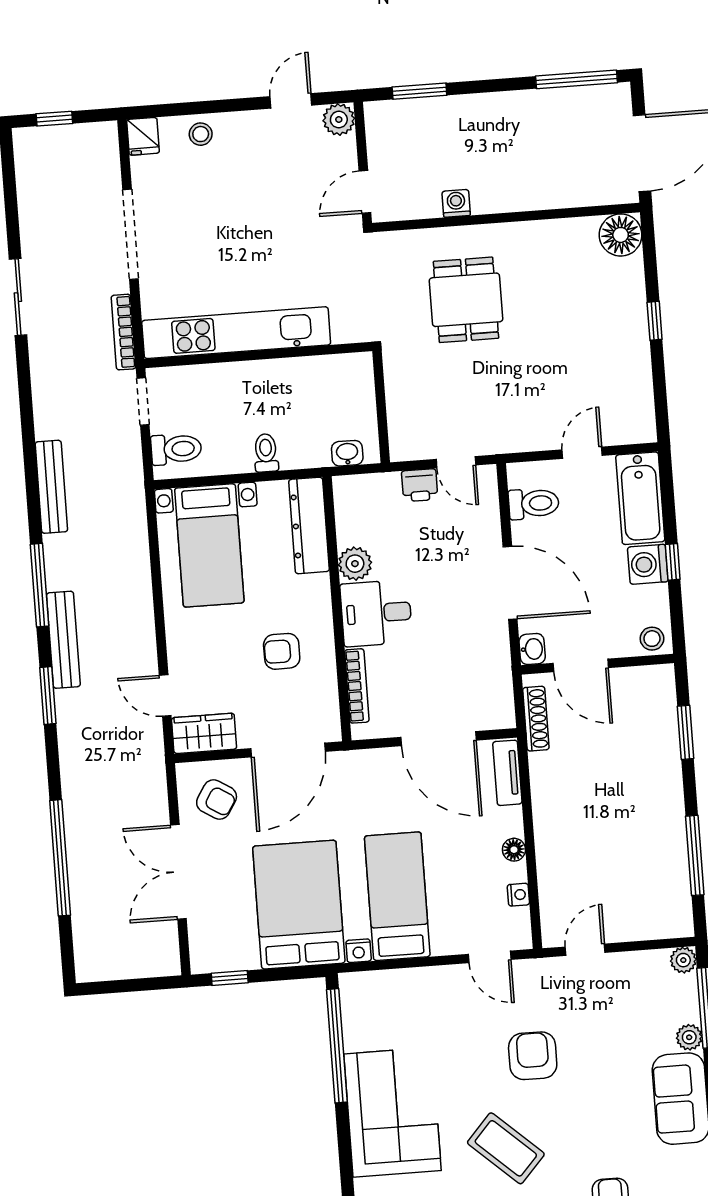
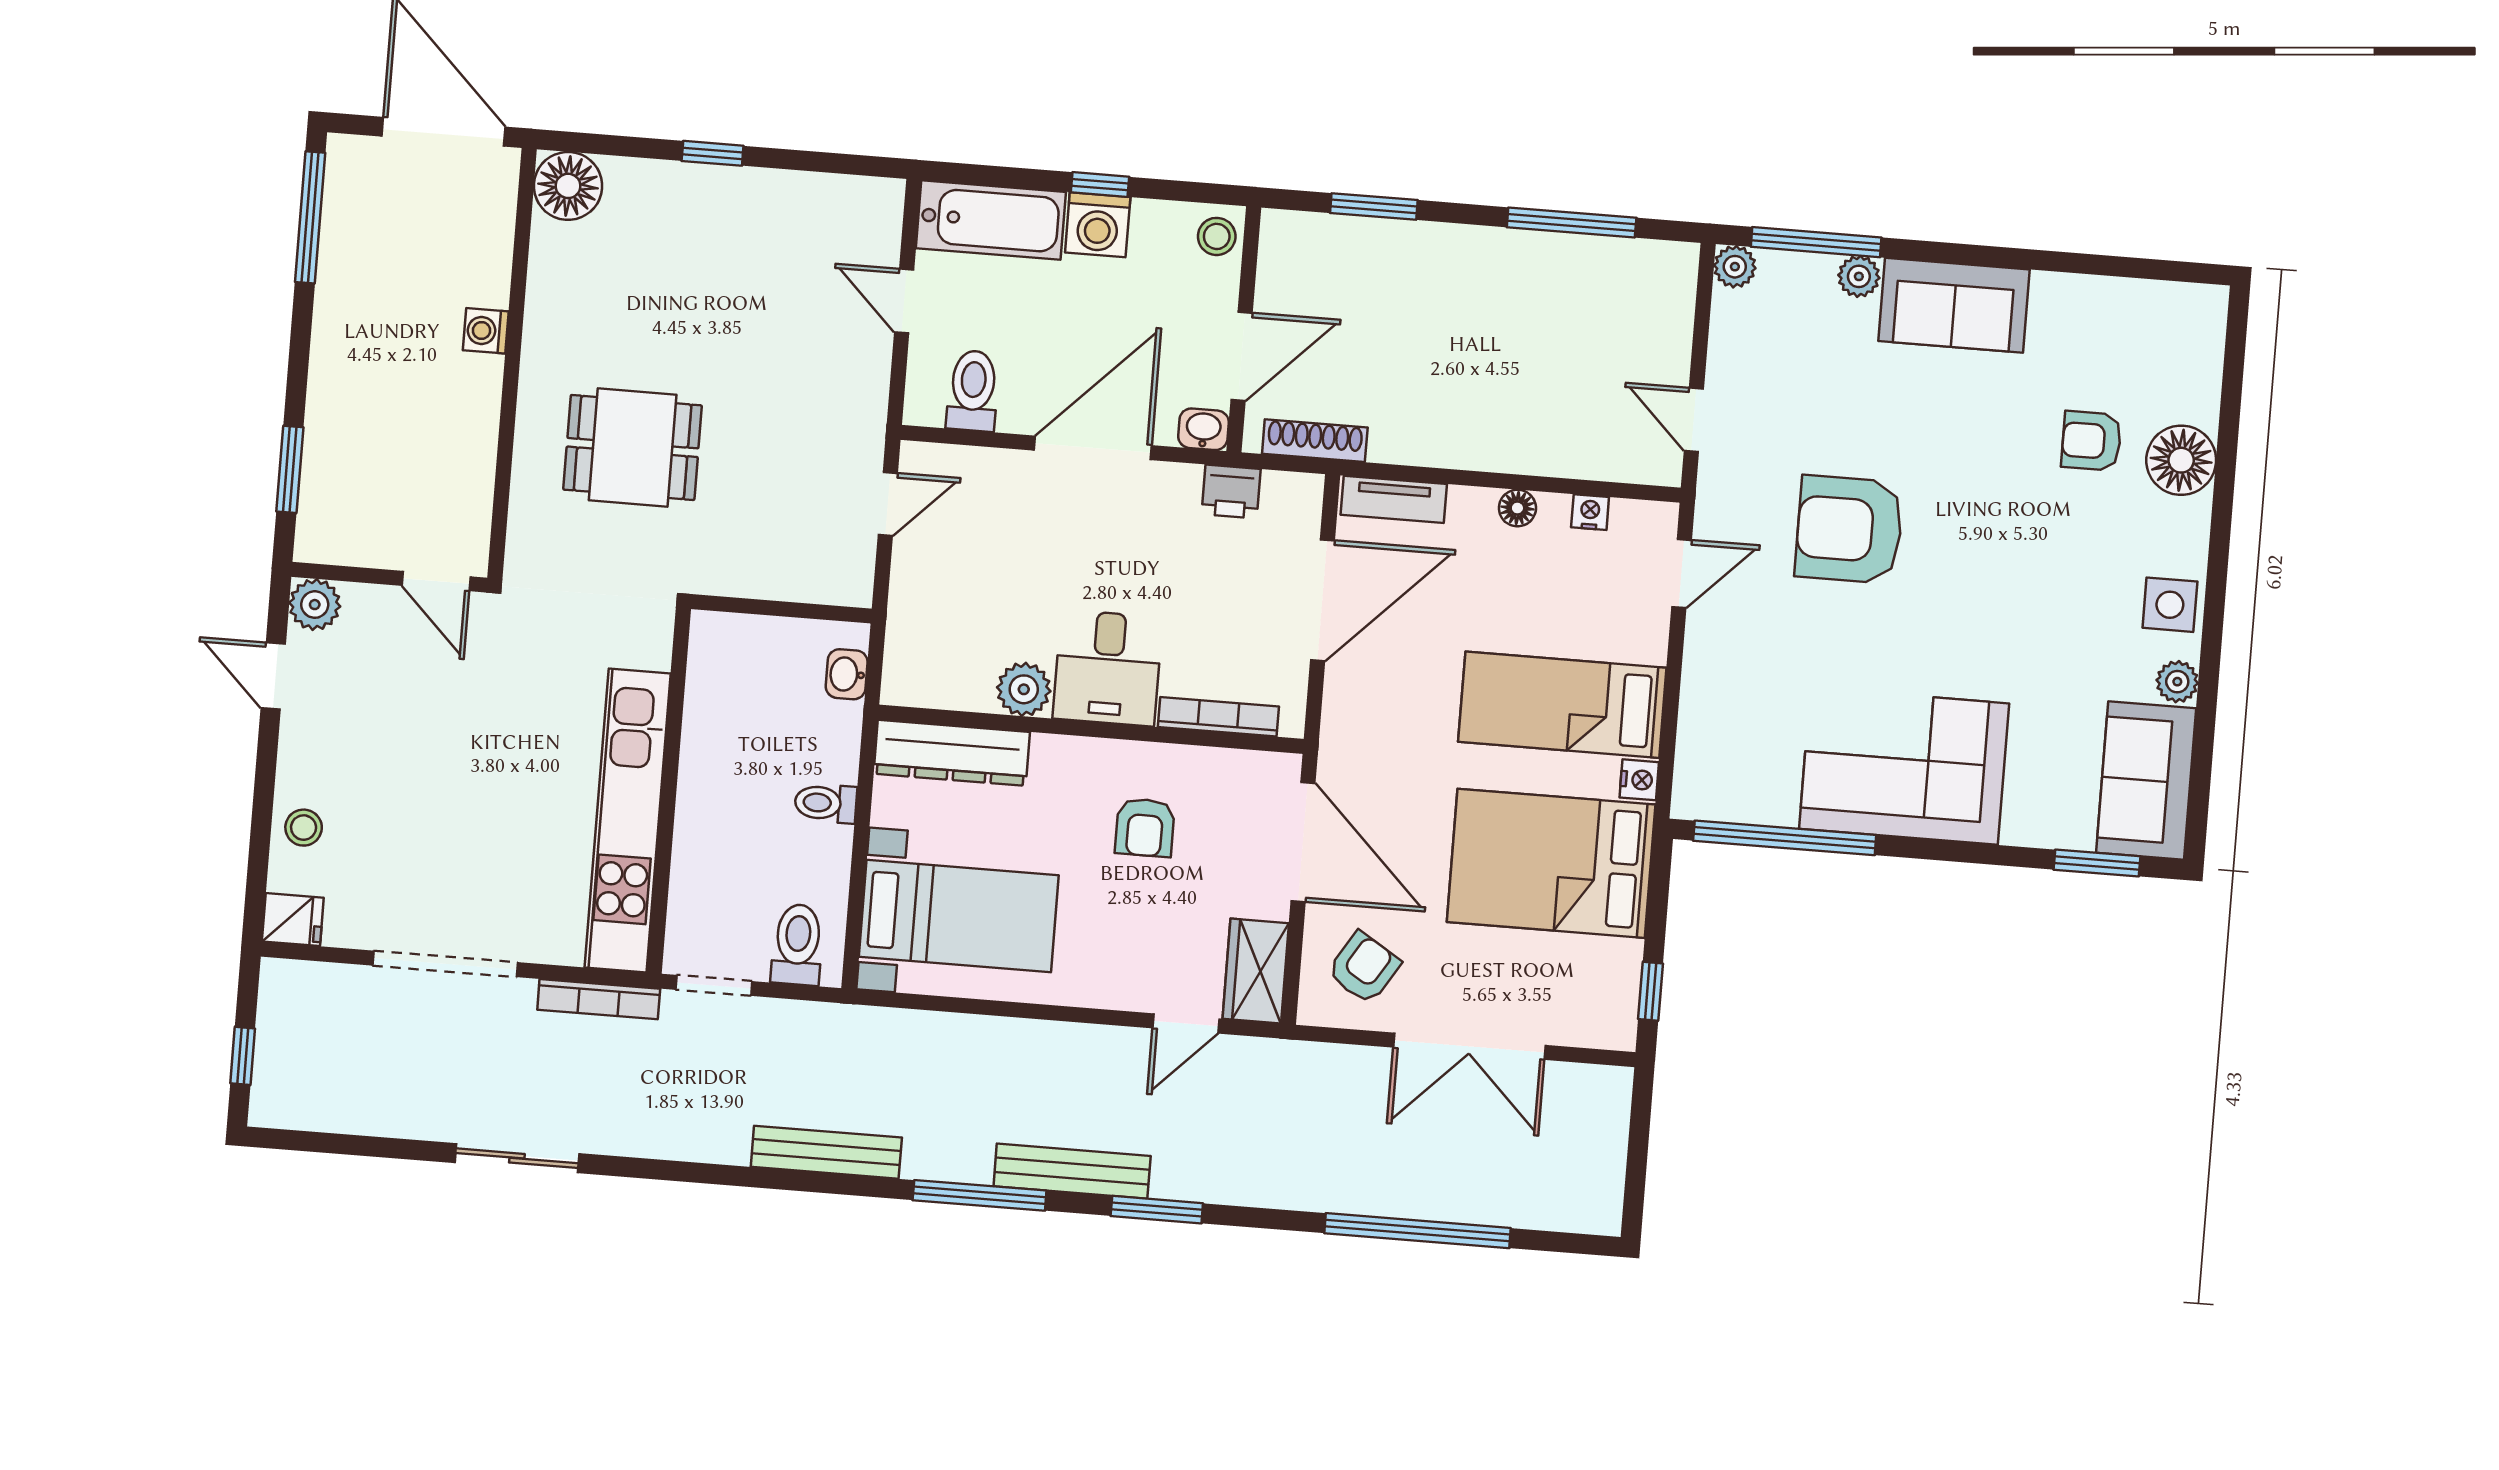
washing machine: (456, 203) -> (486, 331), moved
printer: (420, 485) -> (1231, 492), moved, turned 90
armchair: (533, 1056) -> (1849, 529), width x1.36, depth x1.36
coffee table: (506, 1148) -> (1990, 595), removed

